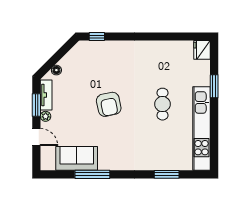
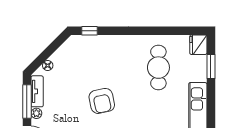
window: (214, 86) -> (211, 66), moved
cafe table: (162, 104) -> (158, 68), moved, width x1.37, depth x1.35
window: (36, 105) -> (27, 102), width x1.44

